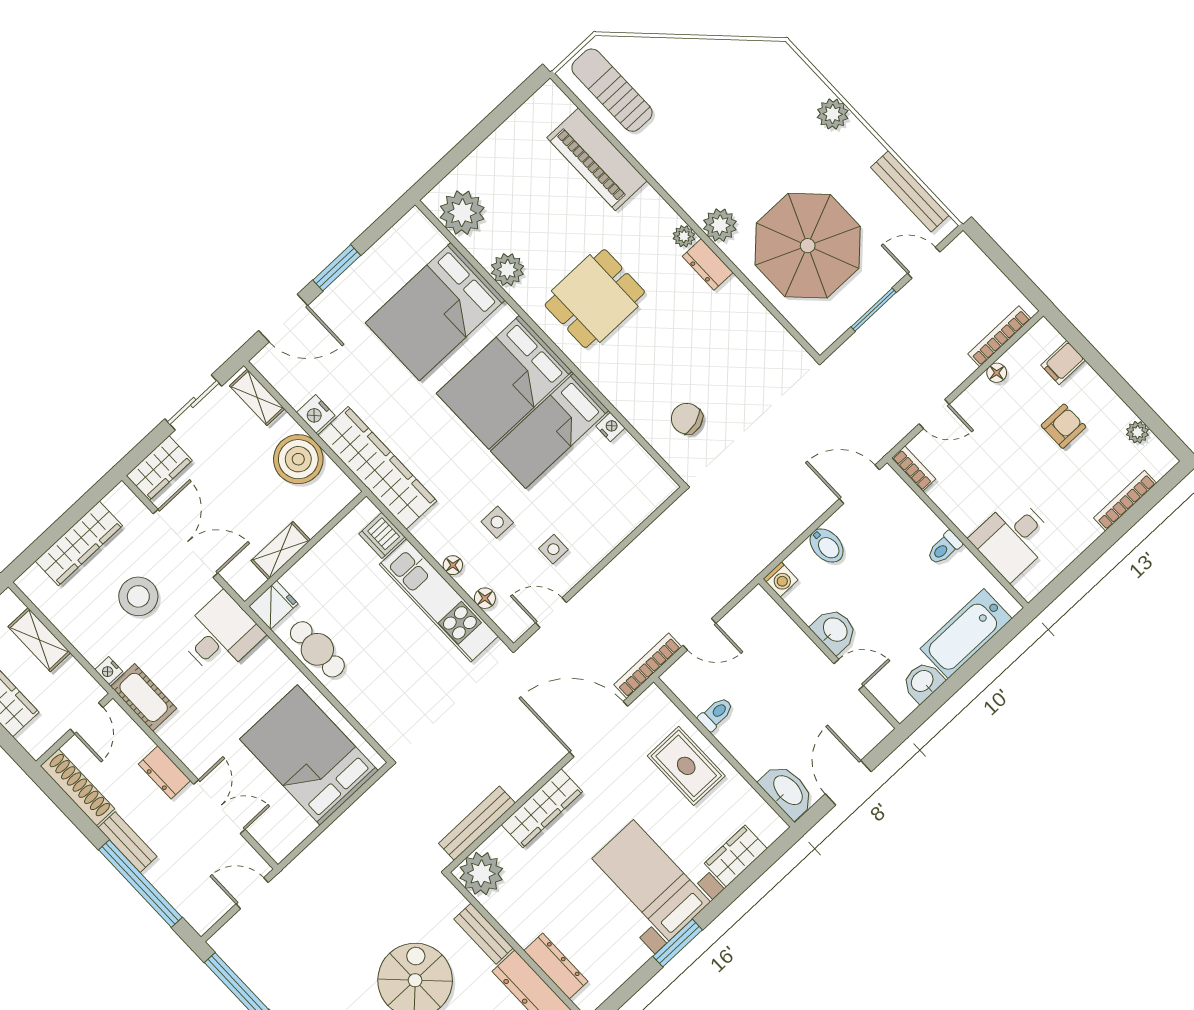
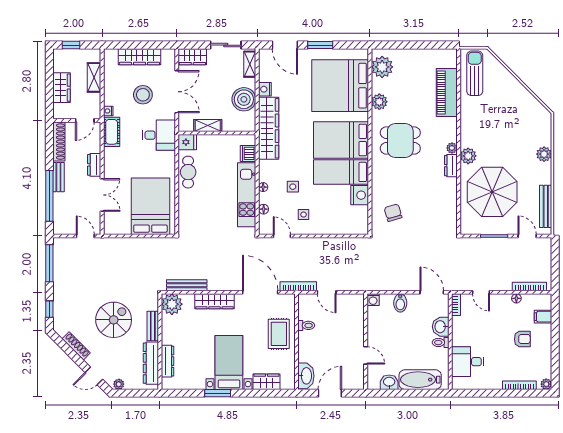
bed: (435, 312) -> (340, 86), width x1.36
nightstand: (610, 427) -> (360, 195), width x1.89, depth x1.79
plant: (1138, 432) -> (546, 384), moved
washbasin: (834, 630) -> (441, 327), moved, turned 180

